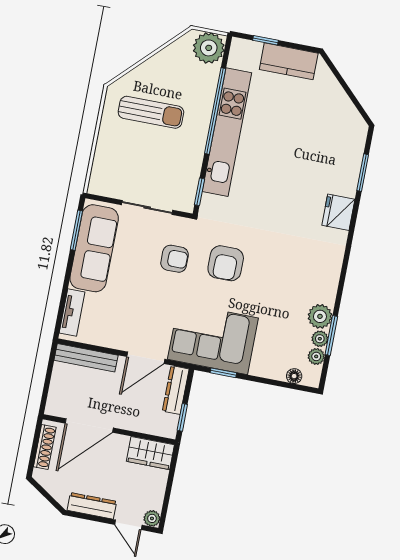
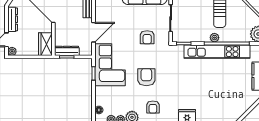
plant: (200, 132) -> (214, 38), added
armchair: (226, 263) -> (146, 77), moved, turned 90
armchair: (308, 273) -> (153, 107), added
door: (146, 358) -> (94, 32), swing flipped
dresser: (176, 390) -> (67, 51), moved

